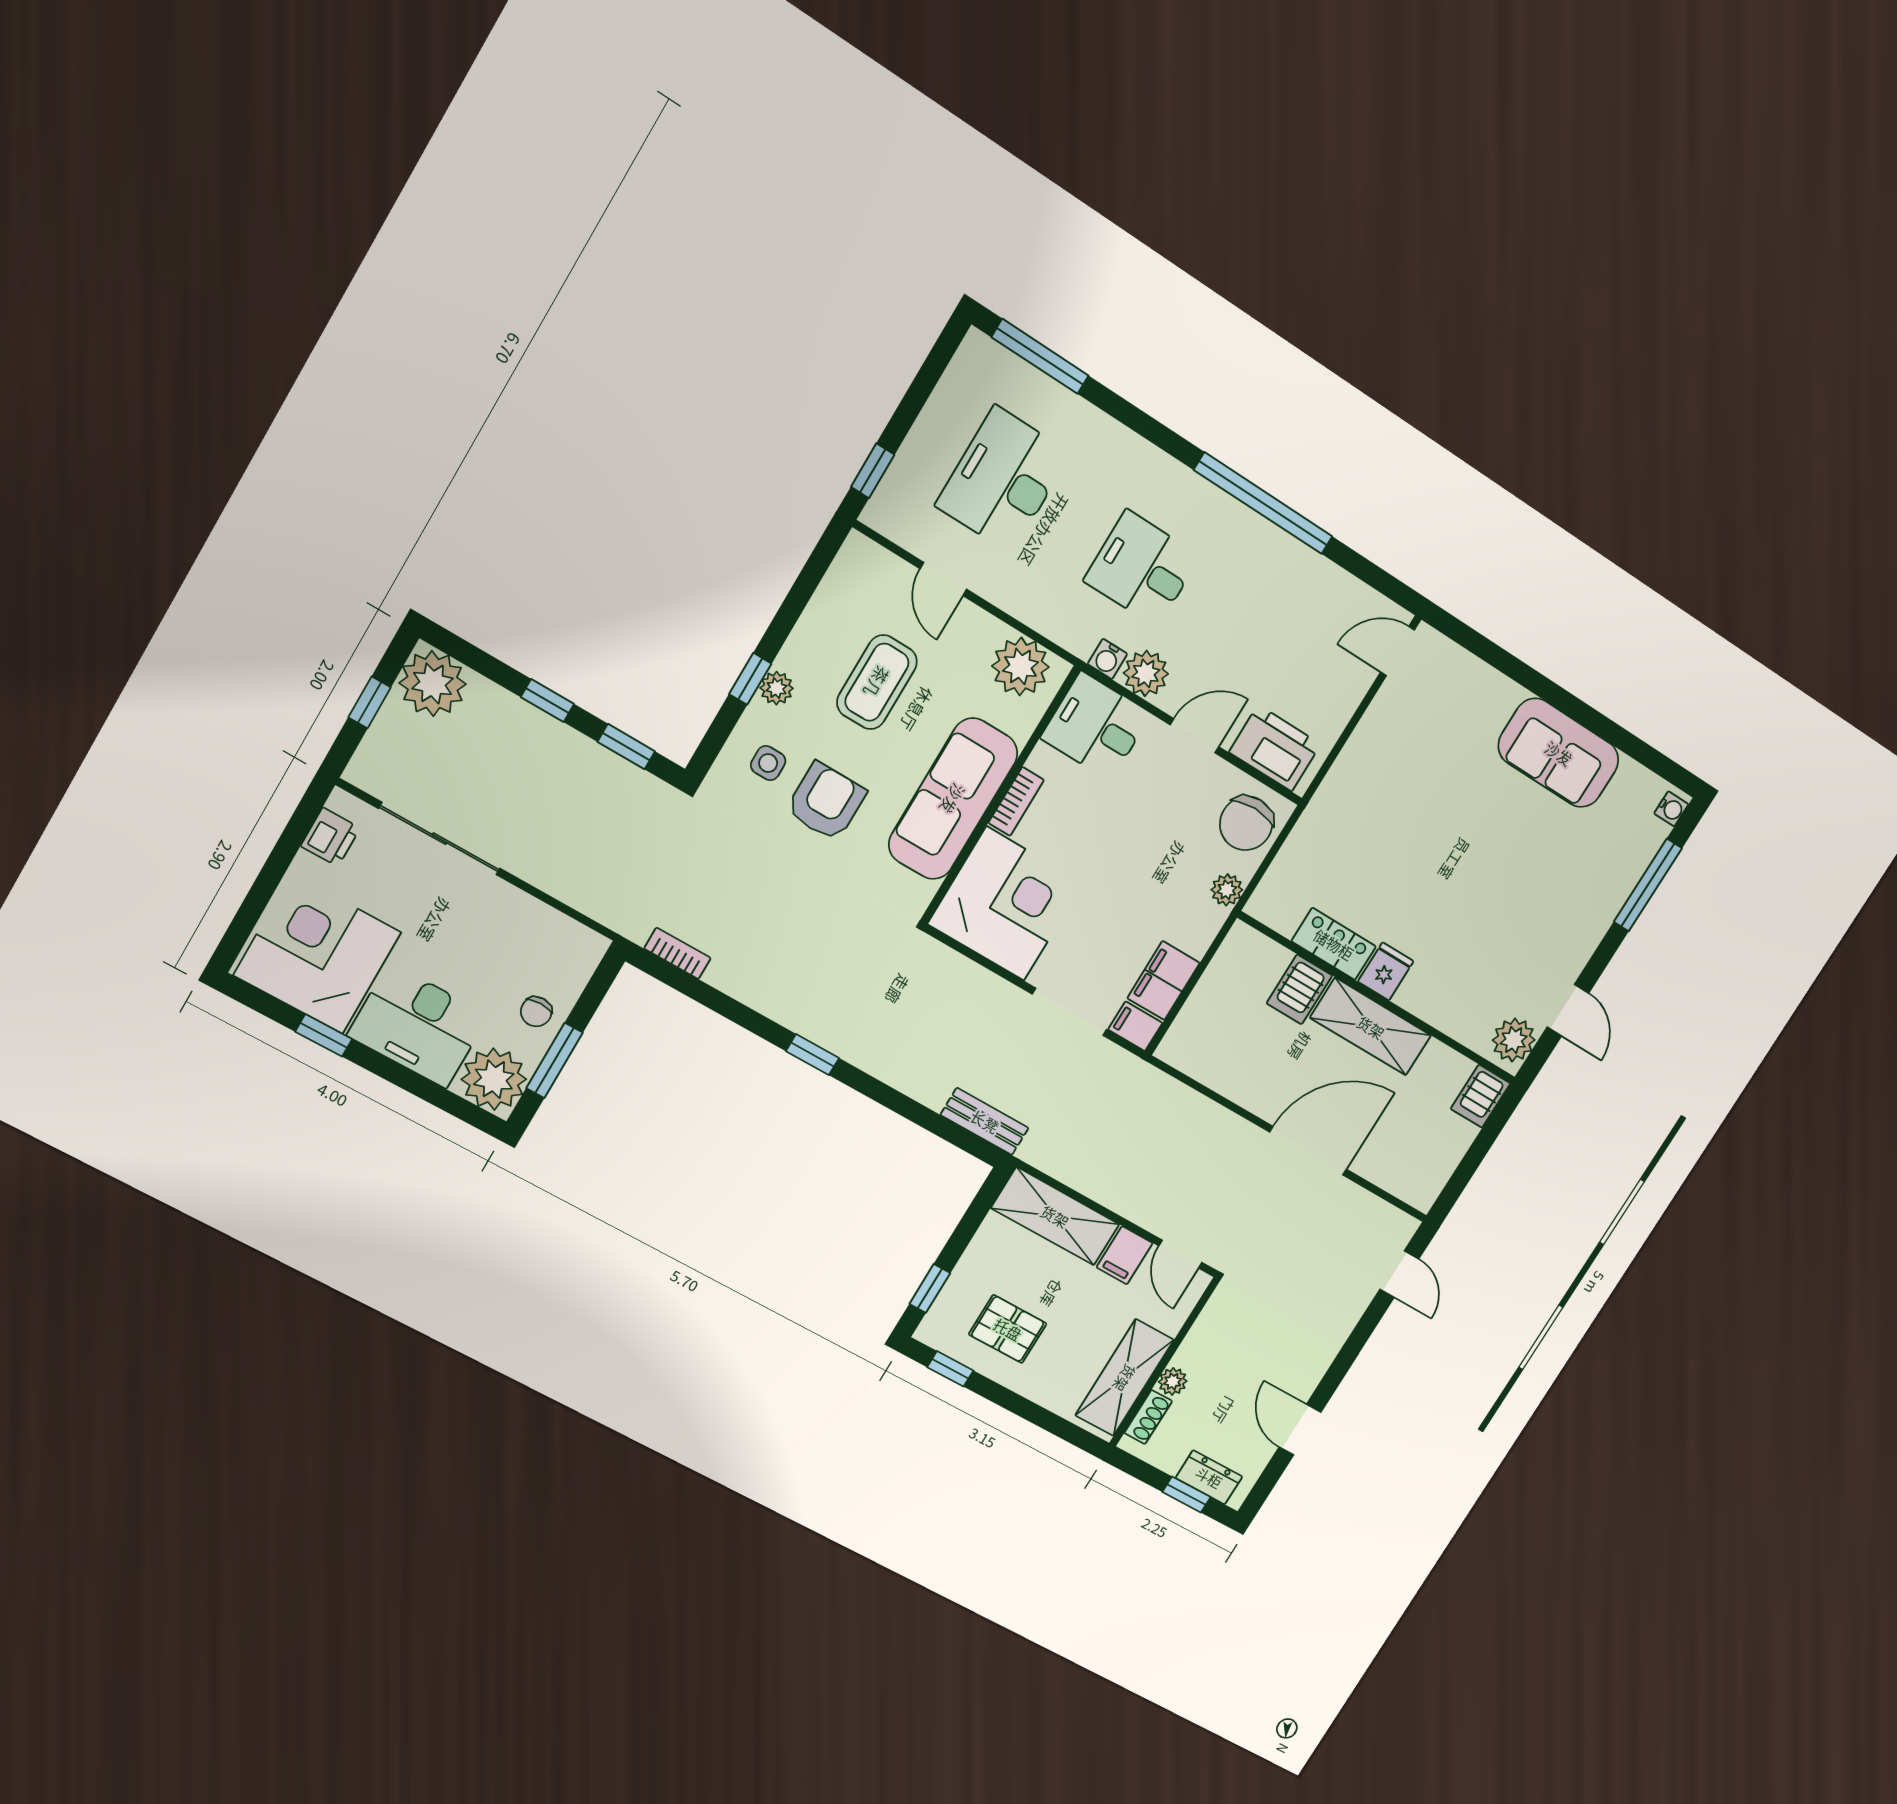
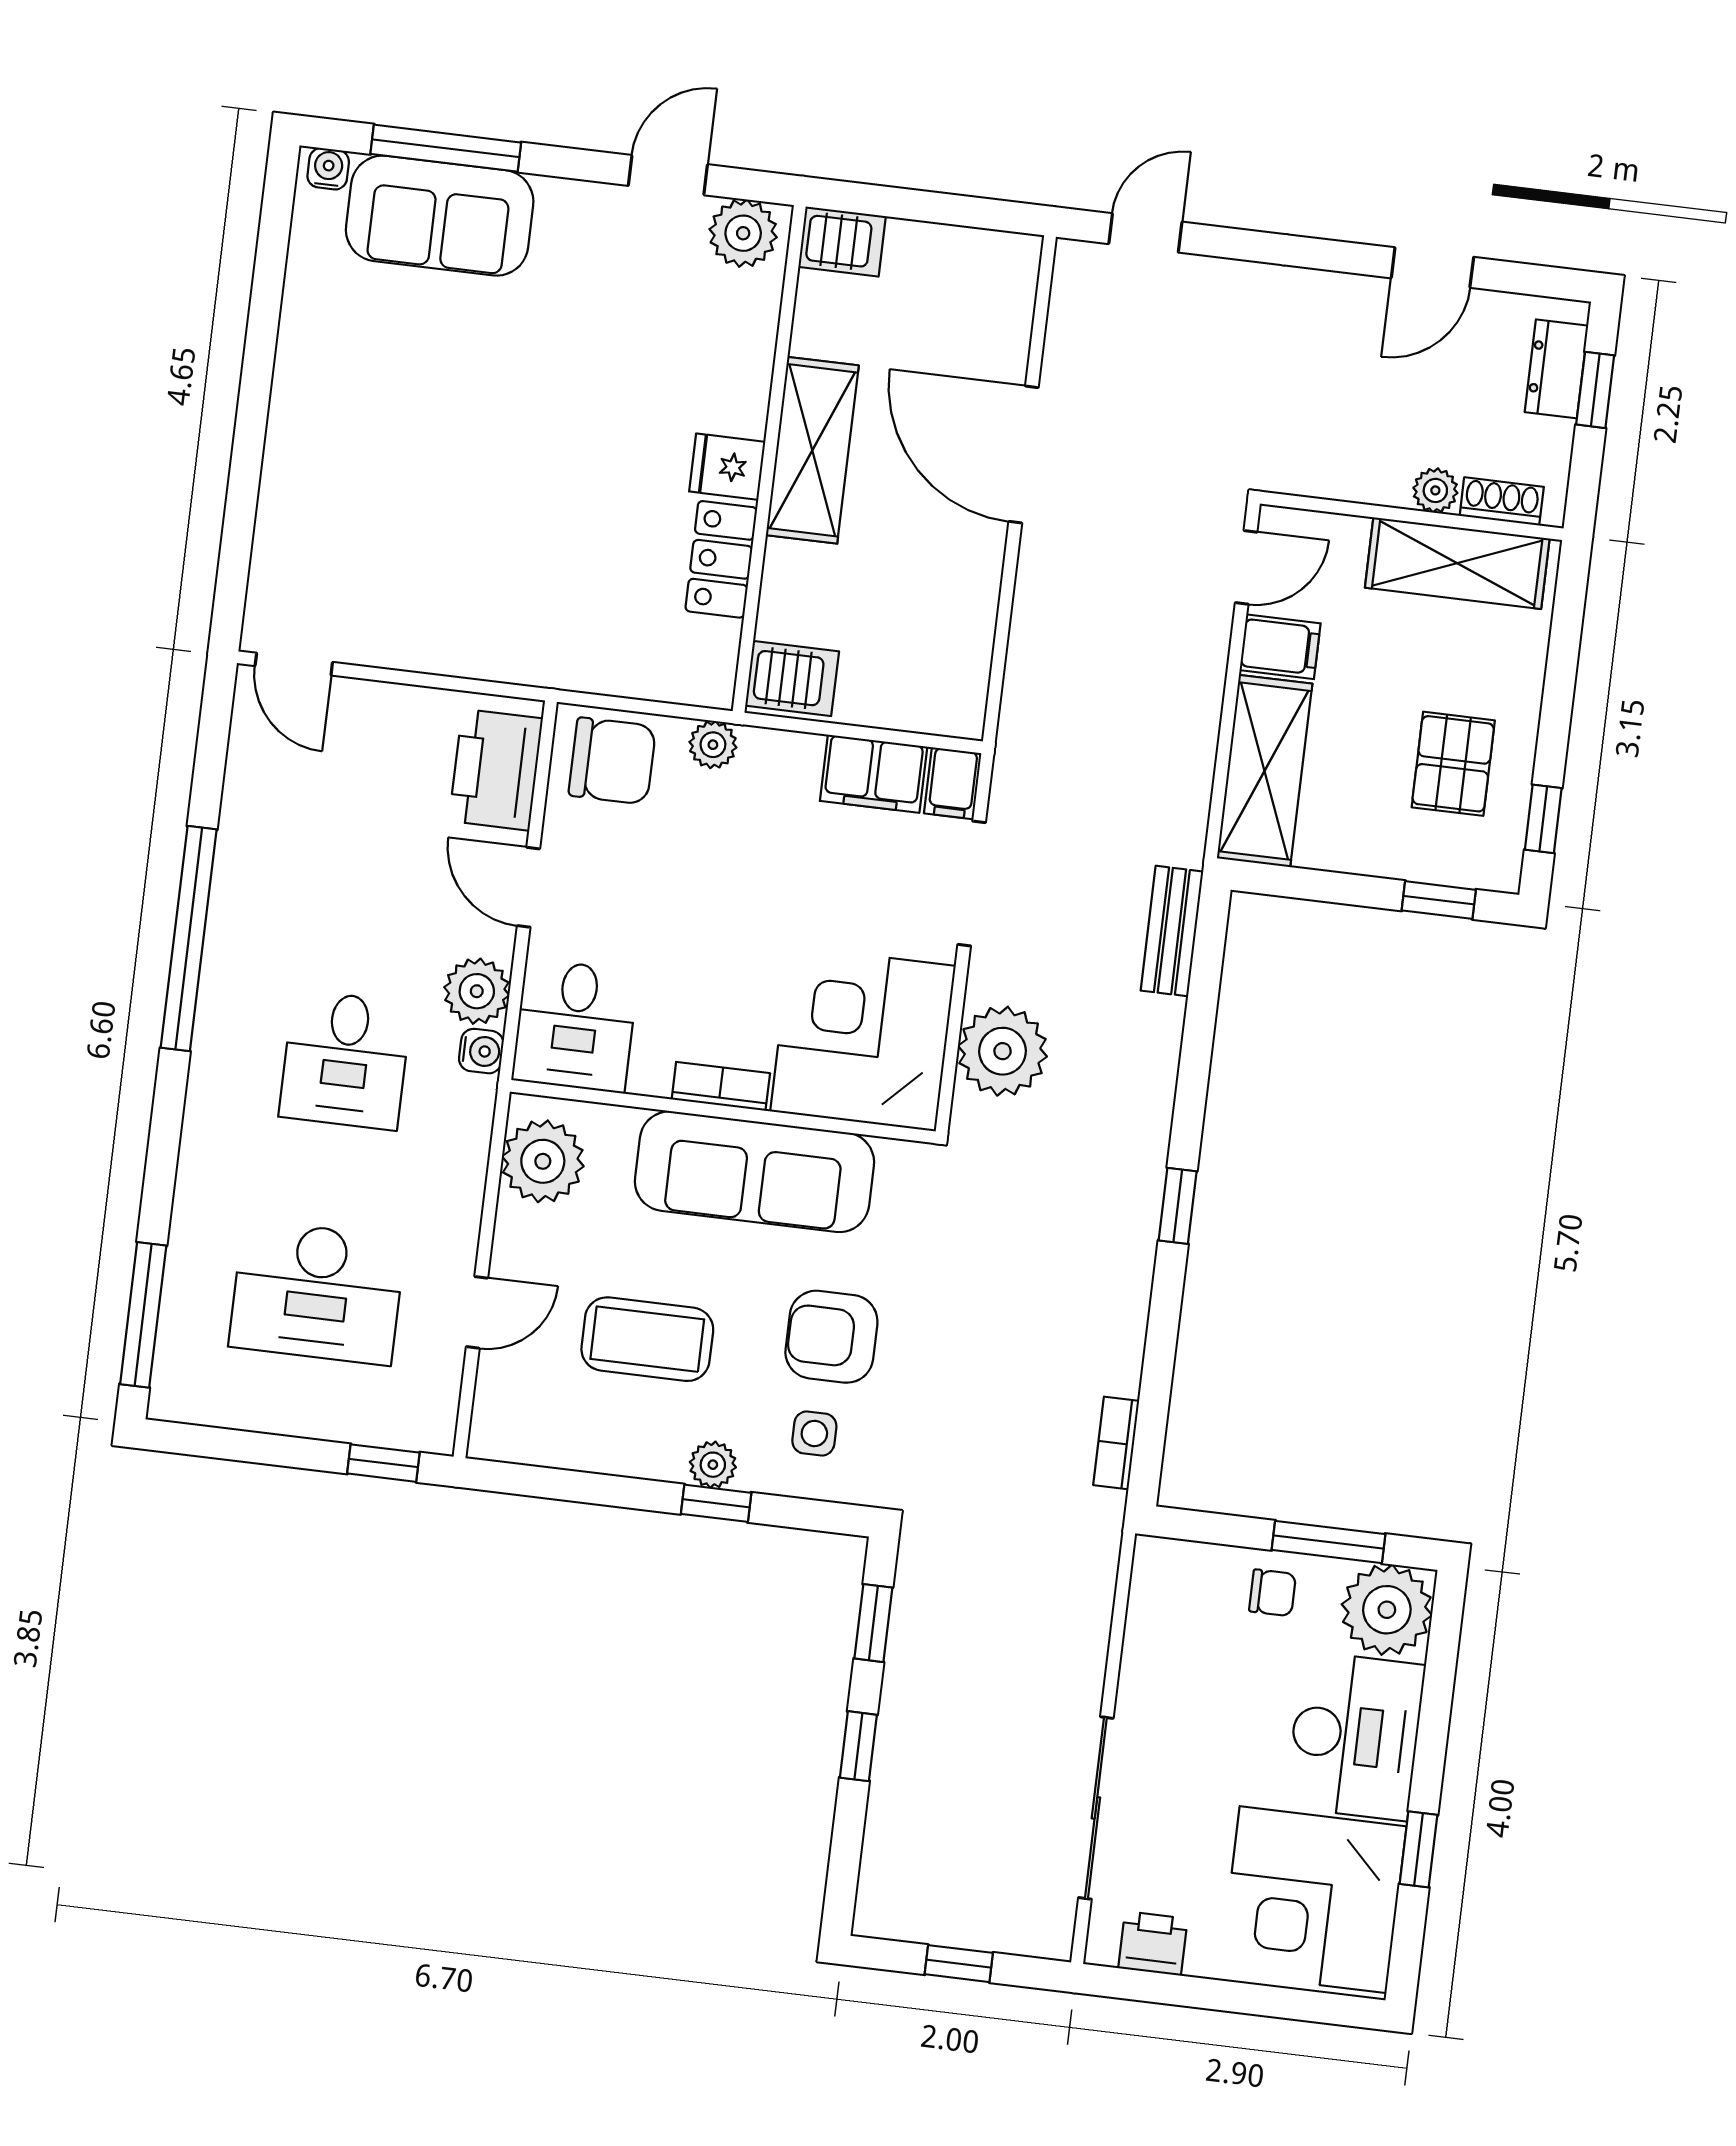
plant: (433, 683) -> (1003, 1051), moved
sofa: (1559, 753) -> (440, 216), moved, turned 90
server rack: (1299, 989) -> (792, 679), moved

